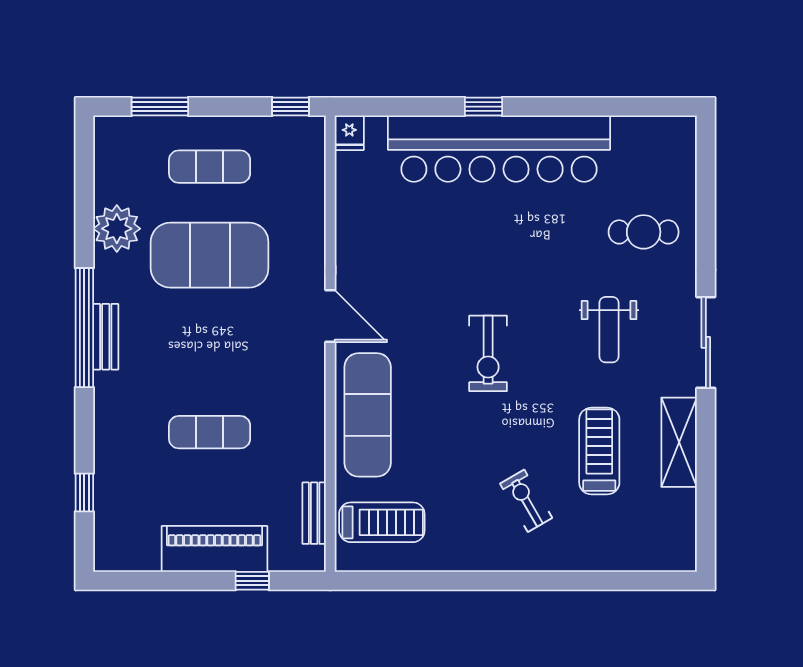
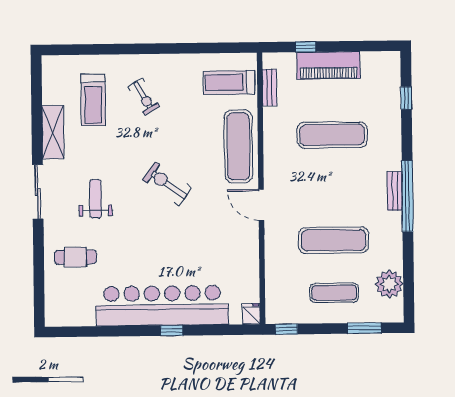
plant: (117, 229) -> (389, 284), moved
exercise mat: (210, 255) -> (334, 240), width x0.68
exercise bike: (488, 353) -> (167, 184), turned -54
exercise mat: (210, 432) -> (332, 135), width x1.36, depth x1.45
treadmill: (599, 451) -> (93, 100), moved

